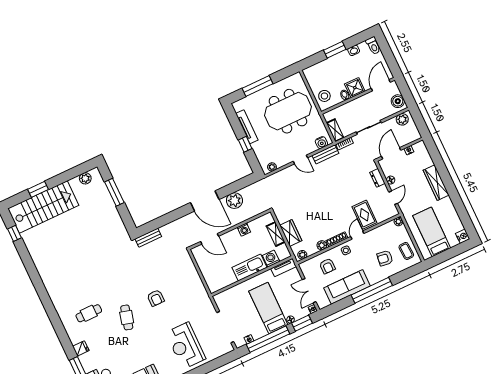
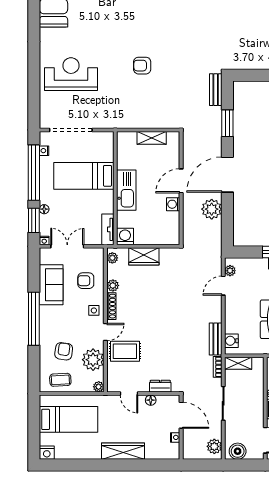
door: (300, 160) -> (223, 286), moved
window: (168, 218) -> (227, 123), added
shelving: (276, 234) -> (152, 138), moved
door: (357, 235) -> (105, 332), hinge flipped
plant: (381, 235) -> (93, 360), added
door: (210, 239) -> (181, 181), moved
washing machine: (271, 259) -> (125, 237), moved, turned -90
sofa: (347, 287) -> (51, 285), width x0.73
bed: (268, 308) -> (84, 176), moved, turned 180
cafe table: (127, 317) -> (135, 22), removed

